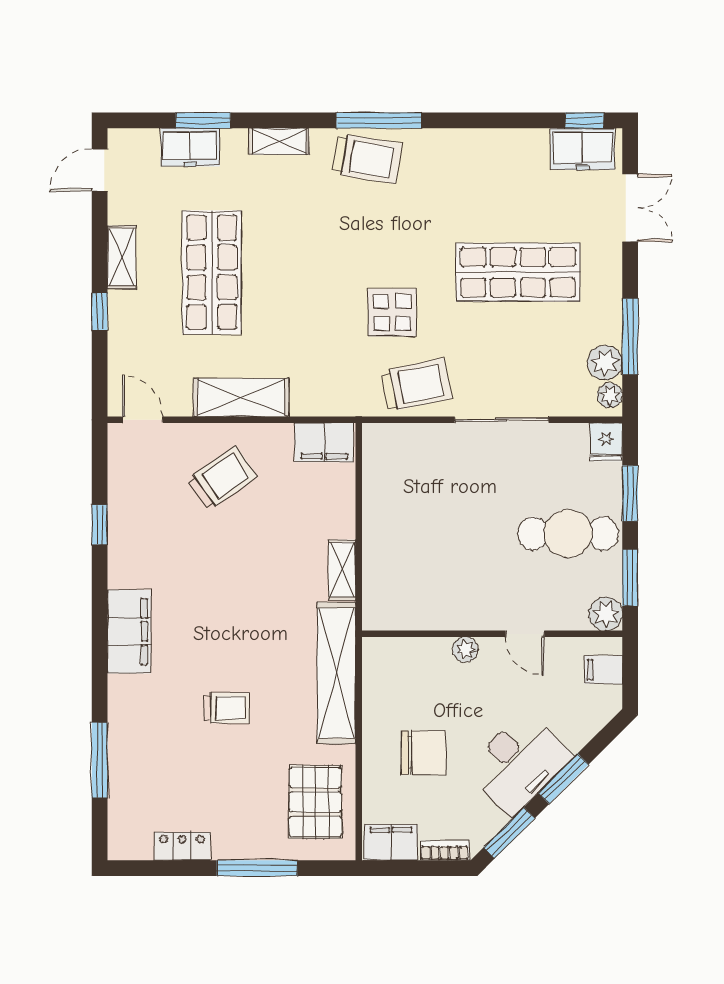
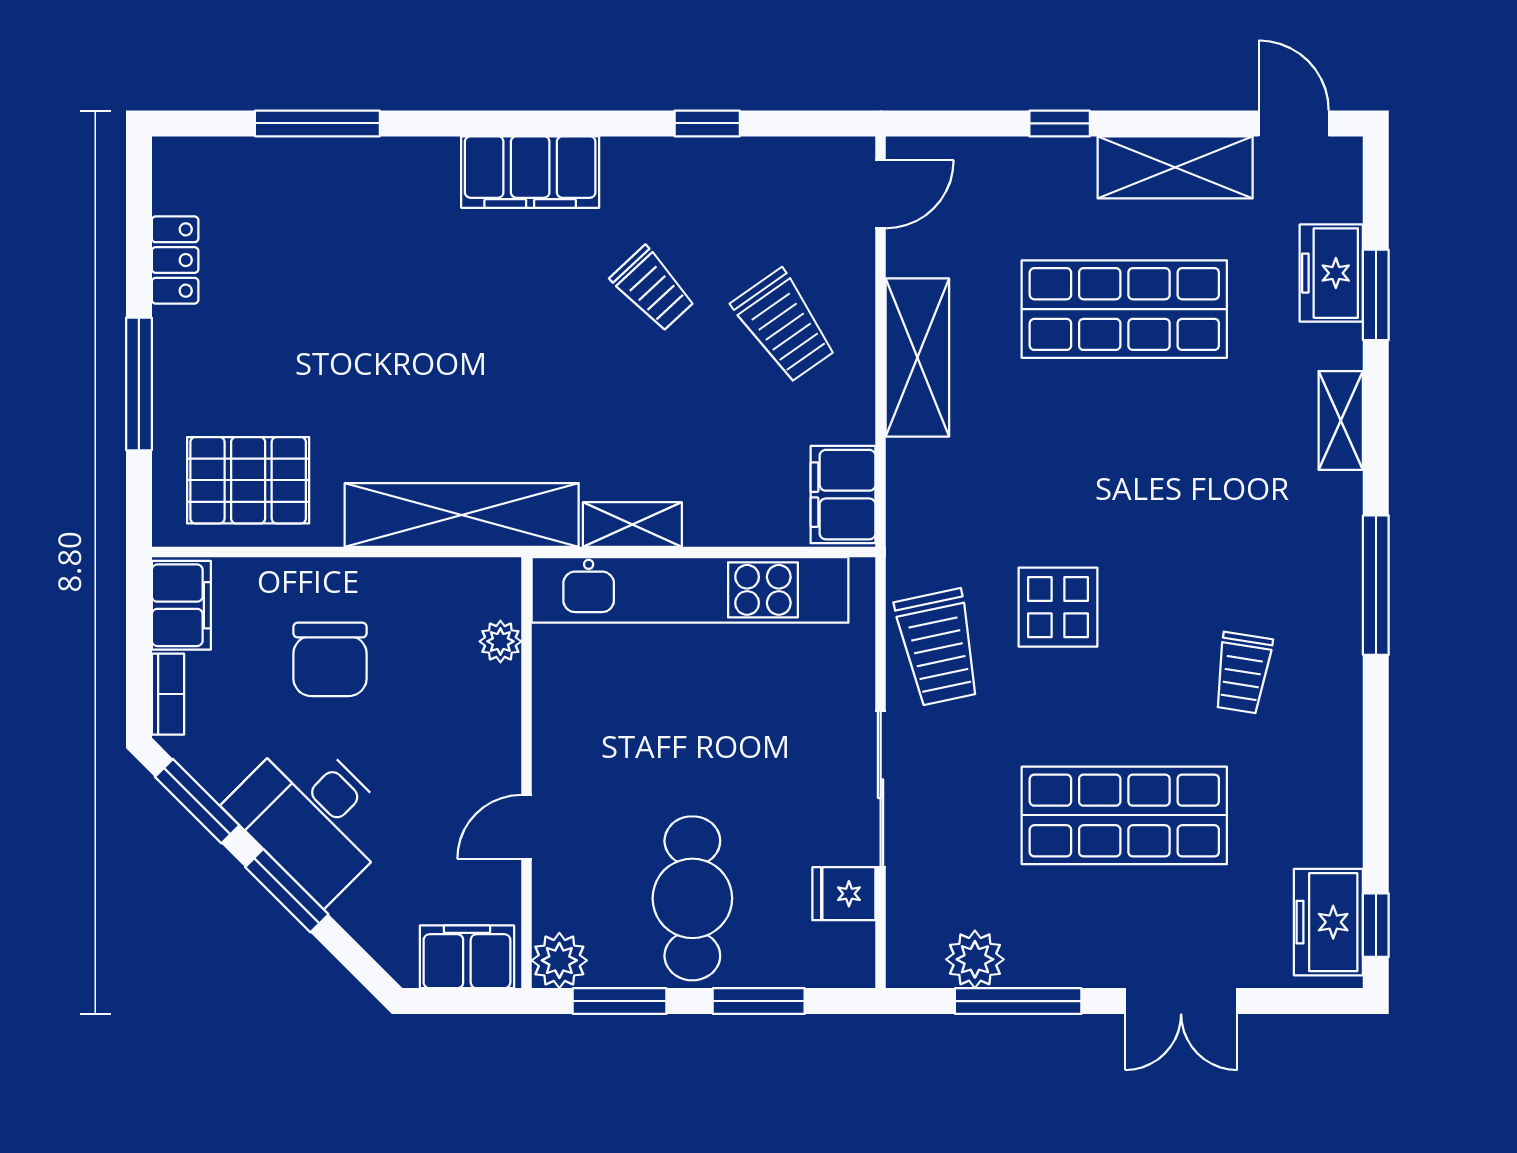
trolley: (367, 159) -> (1243, 673), moved, width x0.73, depth x0.72
double door: (630, 208) -> (1181, 1001), moved
shelving: (121, 257) -> (1175, 167), width x1.50, depth x1.33
shop shelf: (518, 272) -> (1124, 815), turned 90
plant: (610, 395) -> (921, 967), removed
fridge: (606, 442) -> (844, 894), moved
kitchen unit: (382, 535) -> (690, 590), added
plant: (465, 650) -> (500, 641), moved
filing cabinet: (603, 670) -> (467, 957), width x2.00
trolley: (227, 708) -> (653, 289), moved, turned -43

